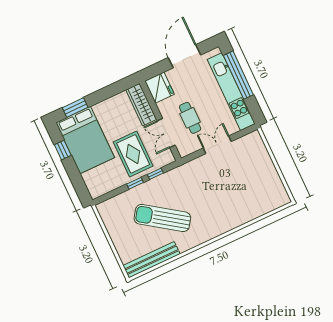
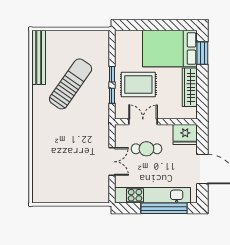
wardrobe: (141, 105) -> (190, 87), moved, turned -90
window: (63, 150) -> (170, 25), removed

